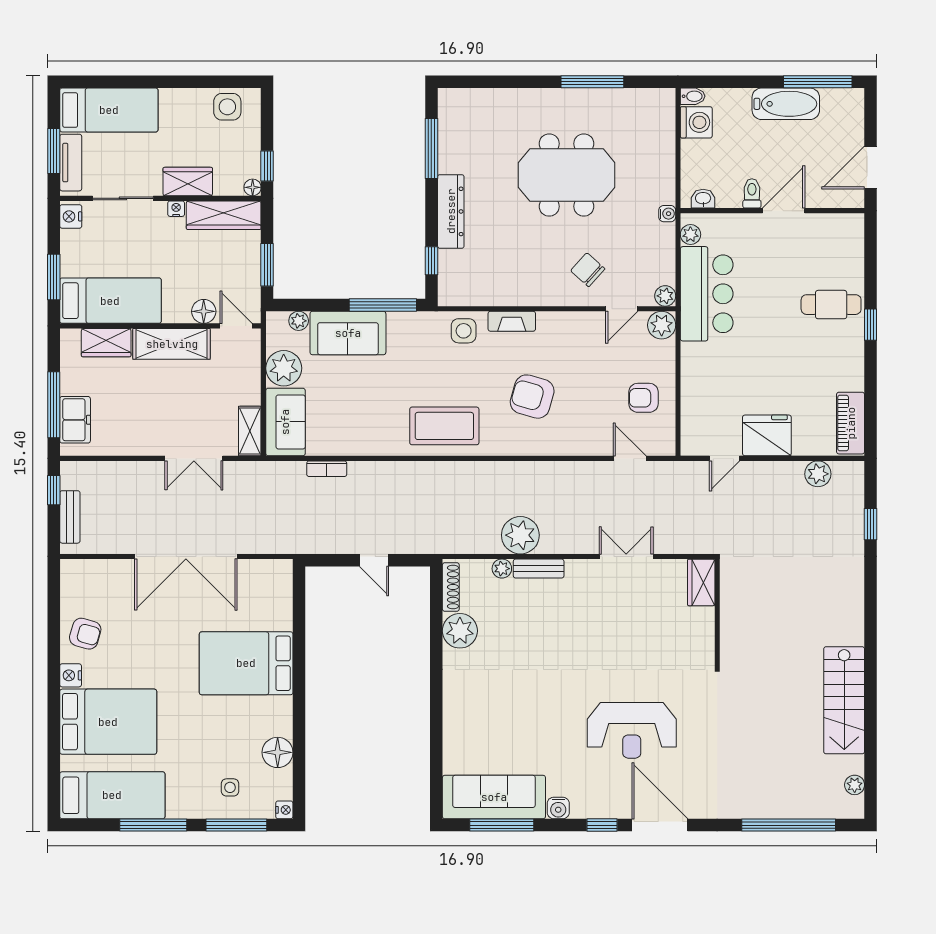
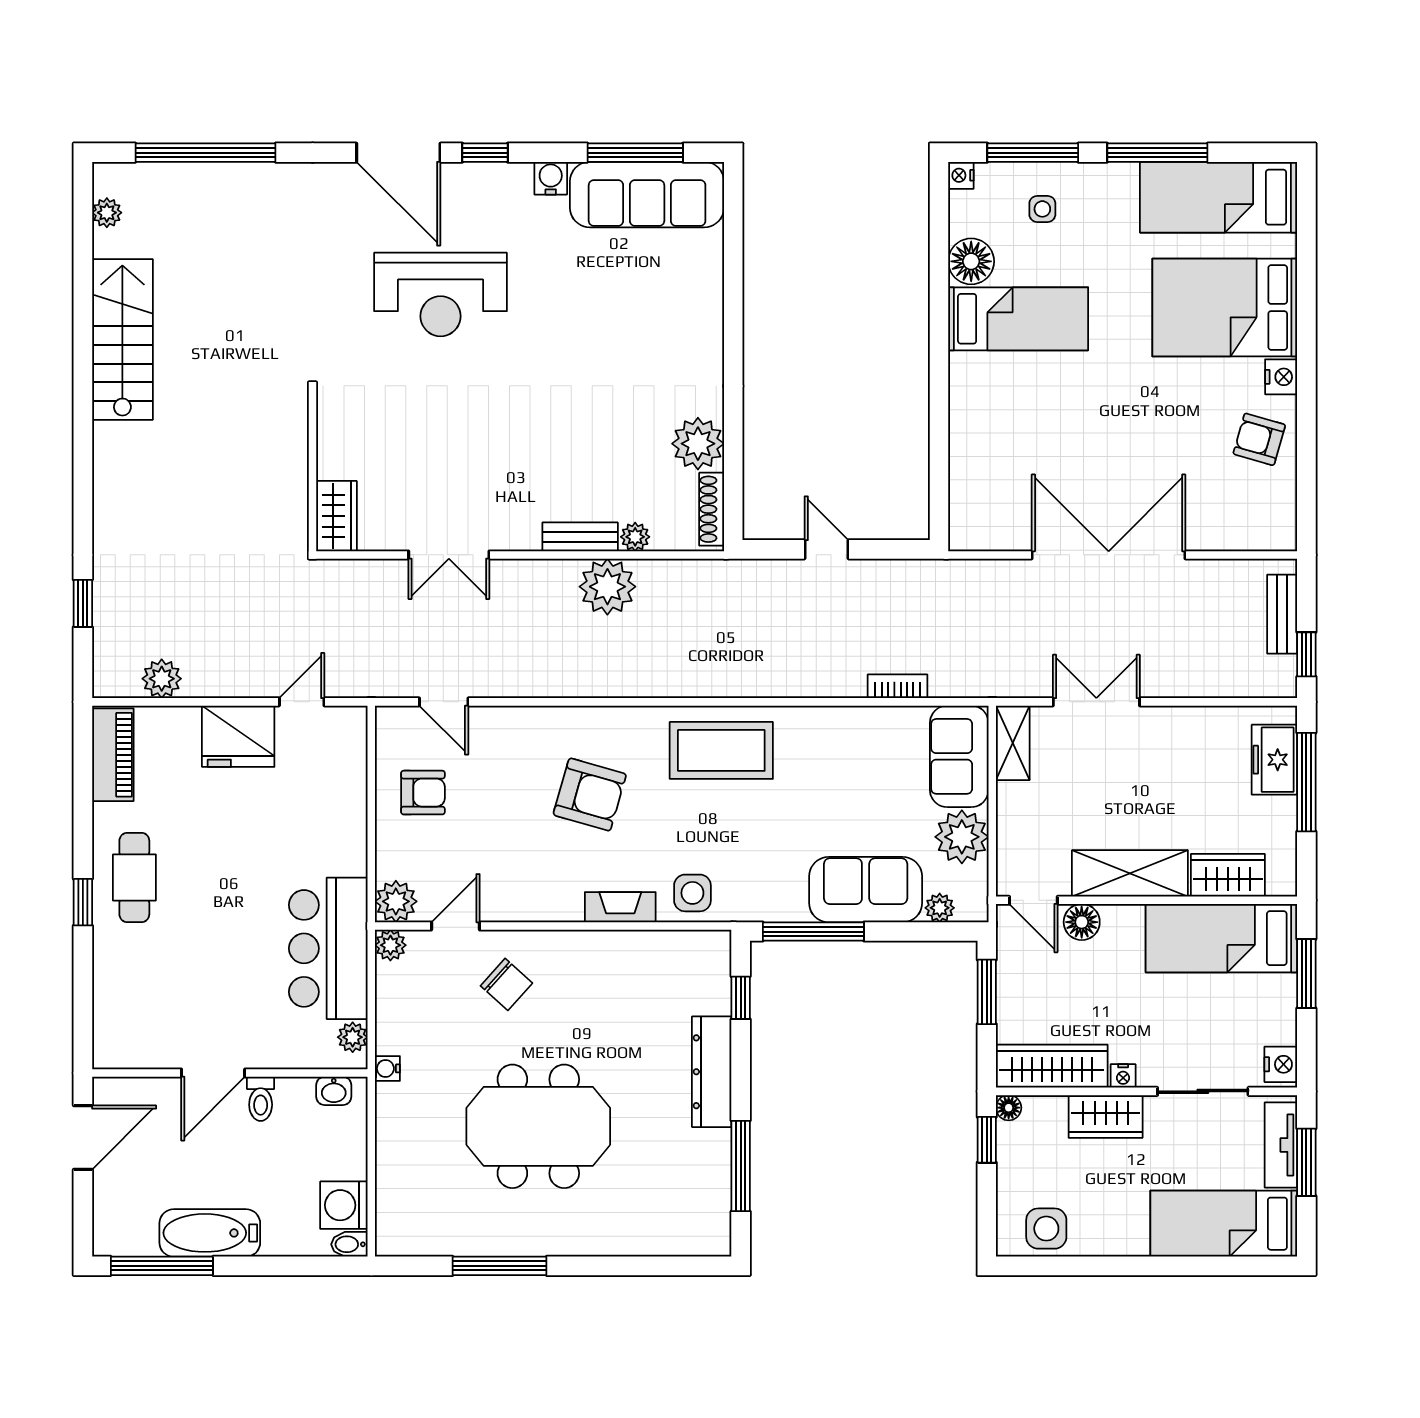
cafe table: (831, 305) -> (134, 877), moved, turned 90
bed: (246, 663) -> (1018, 319), moved, width x0.67
reception desk: (632, 730) -> (441, 294), turned 180

